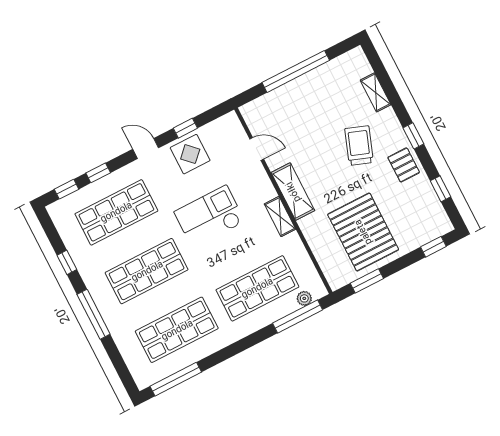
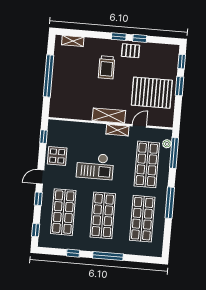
shelving: (376, 92) -> (73, 41), moved
window: (185, 128) -> (43, 137), moved
trolley: (359, 146) -> (106, 67), turned -110
door: (257, 149) -> (139, 126), moved
window: (98, 173) -> (38, 199), moved
window: (441, 189) -> (140, 38), moved
checkout: (210, 217) -> (95, 166), turned -90
window: (367, 281) -> (180, 86), moved
window: (176, 379) -> (170, 203), moved

